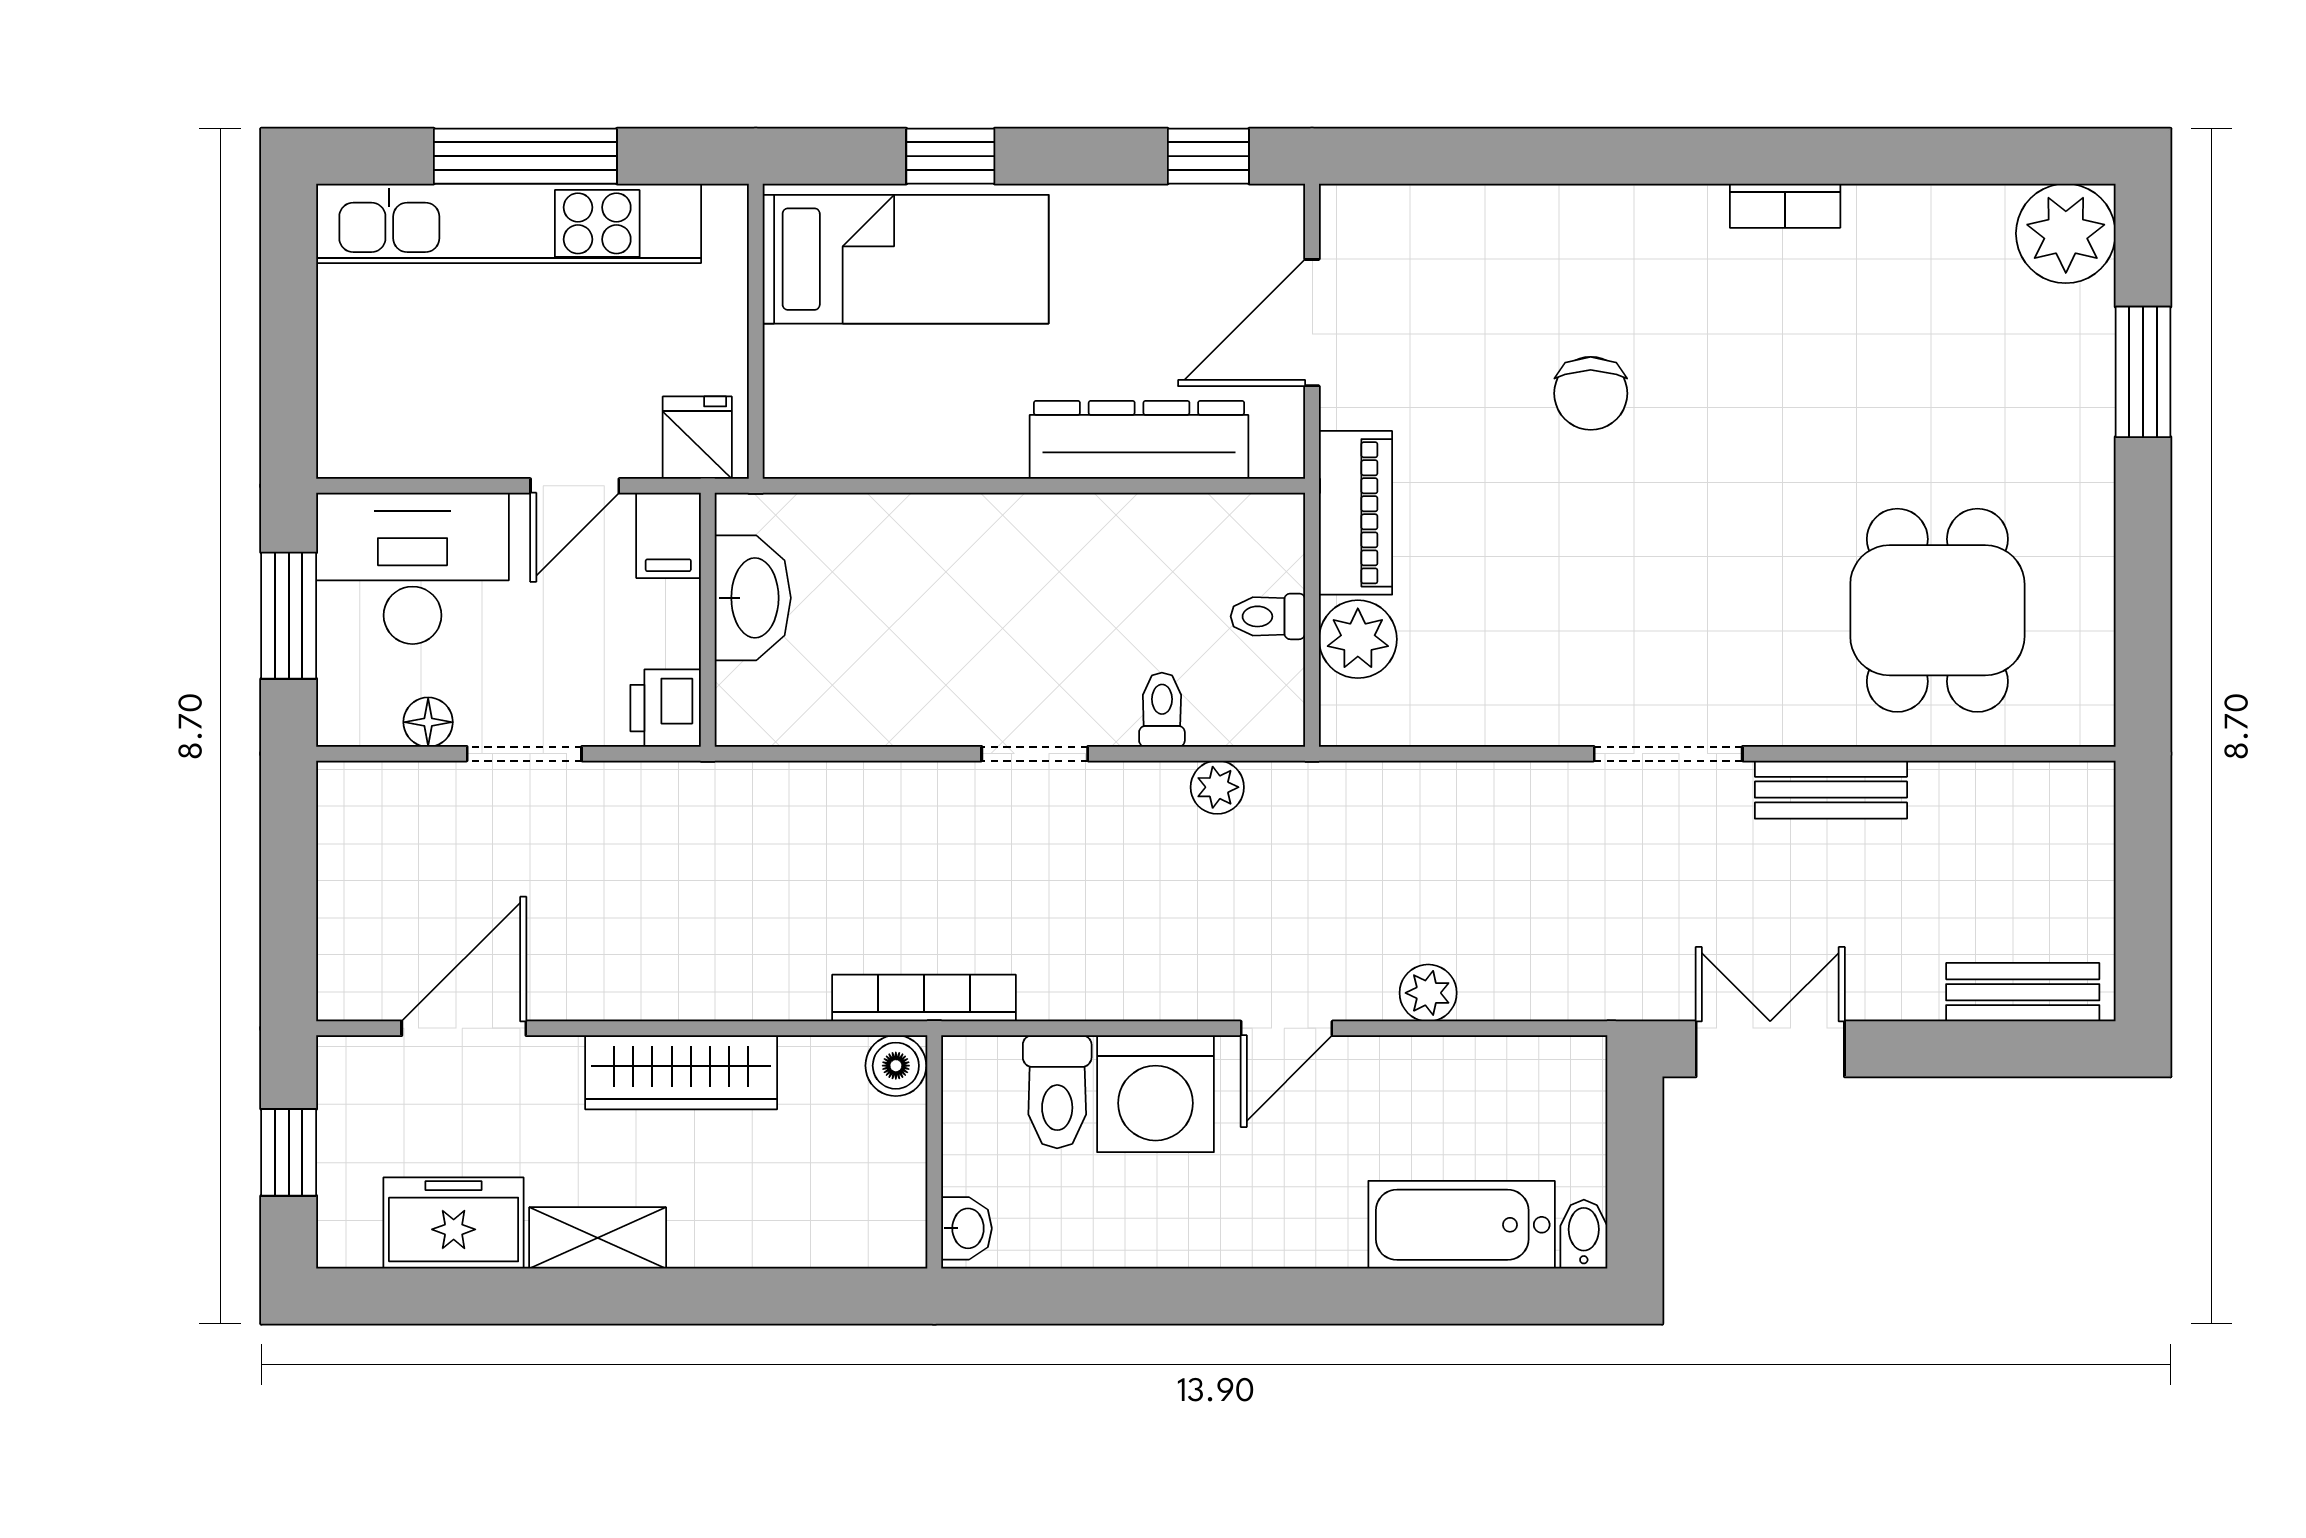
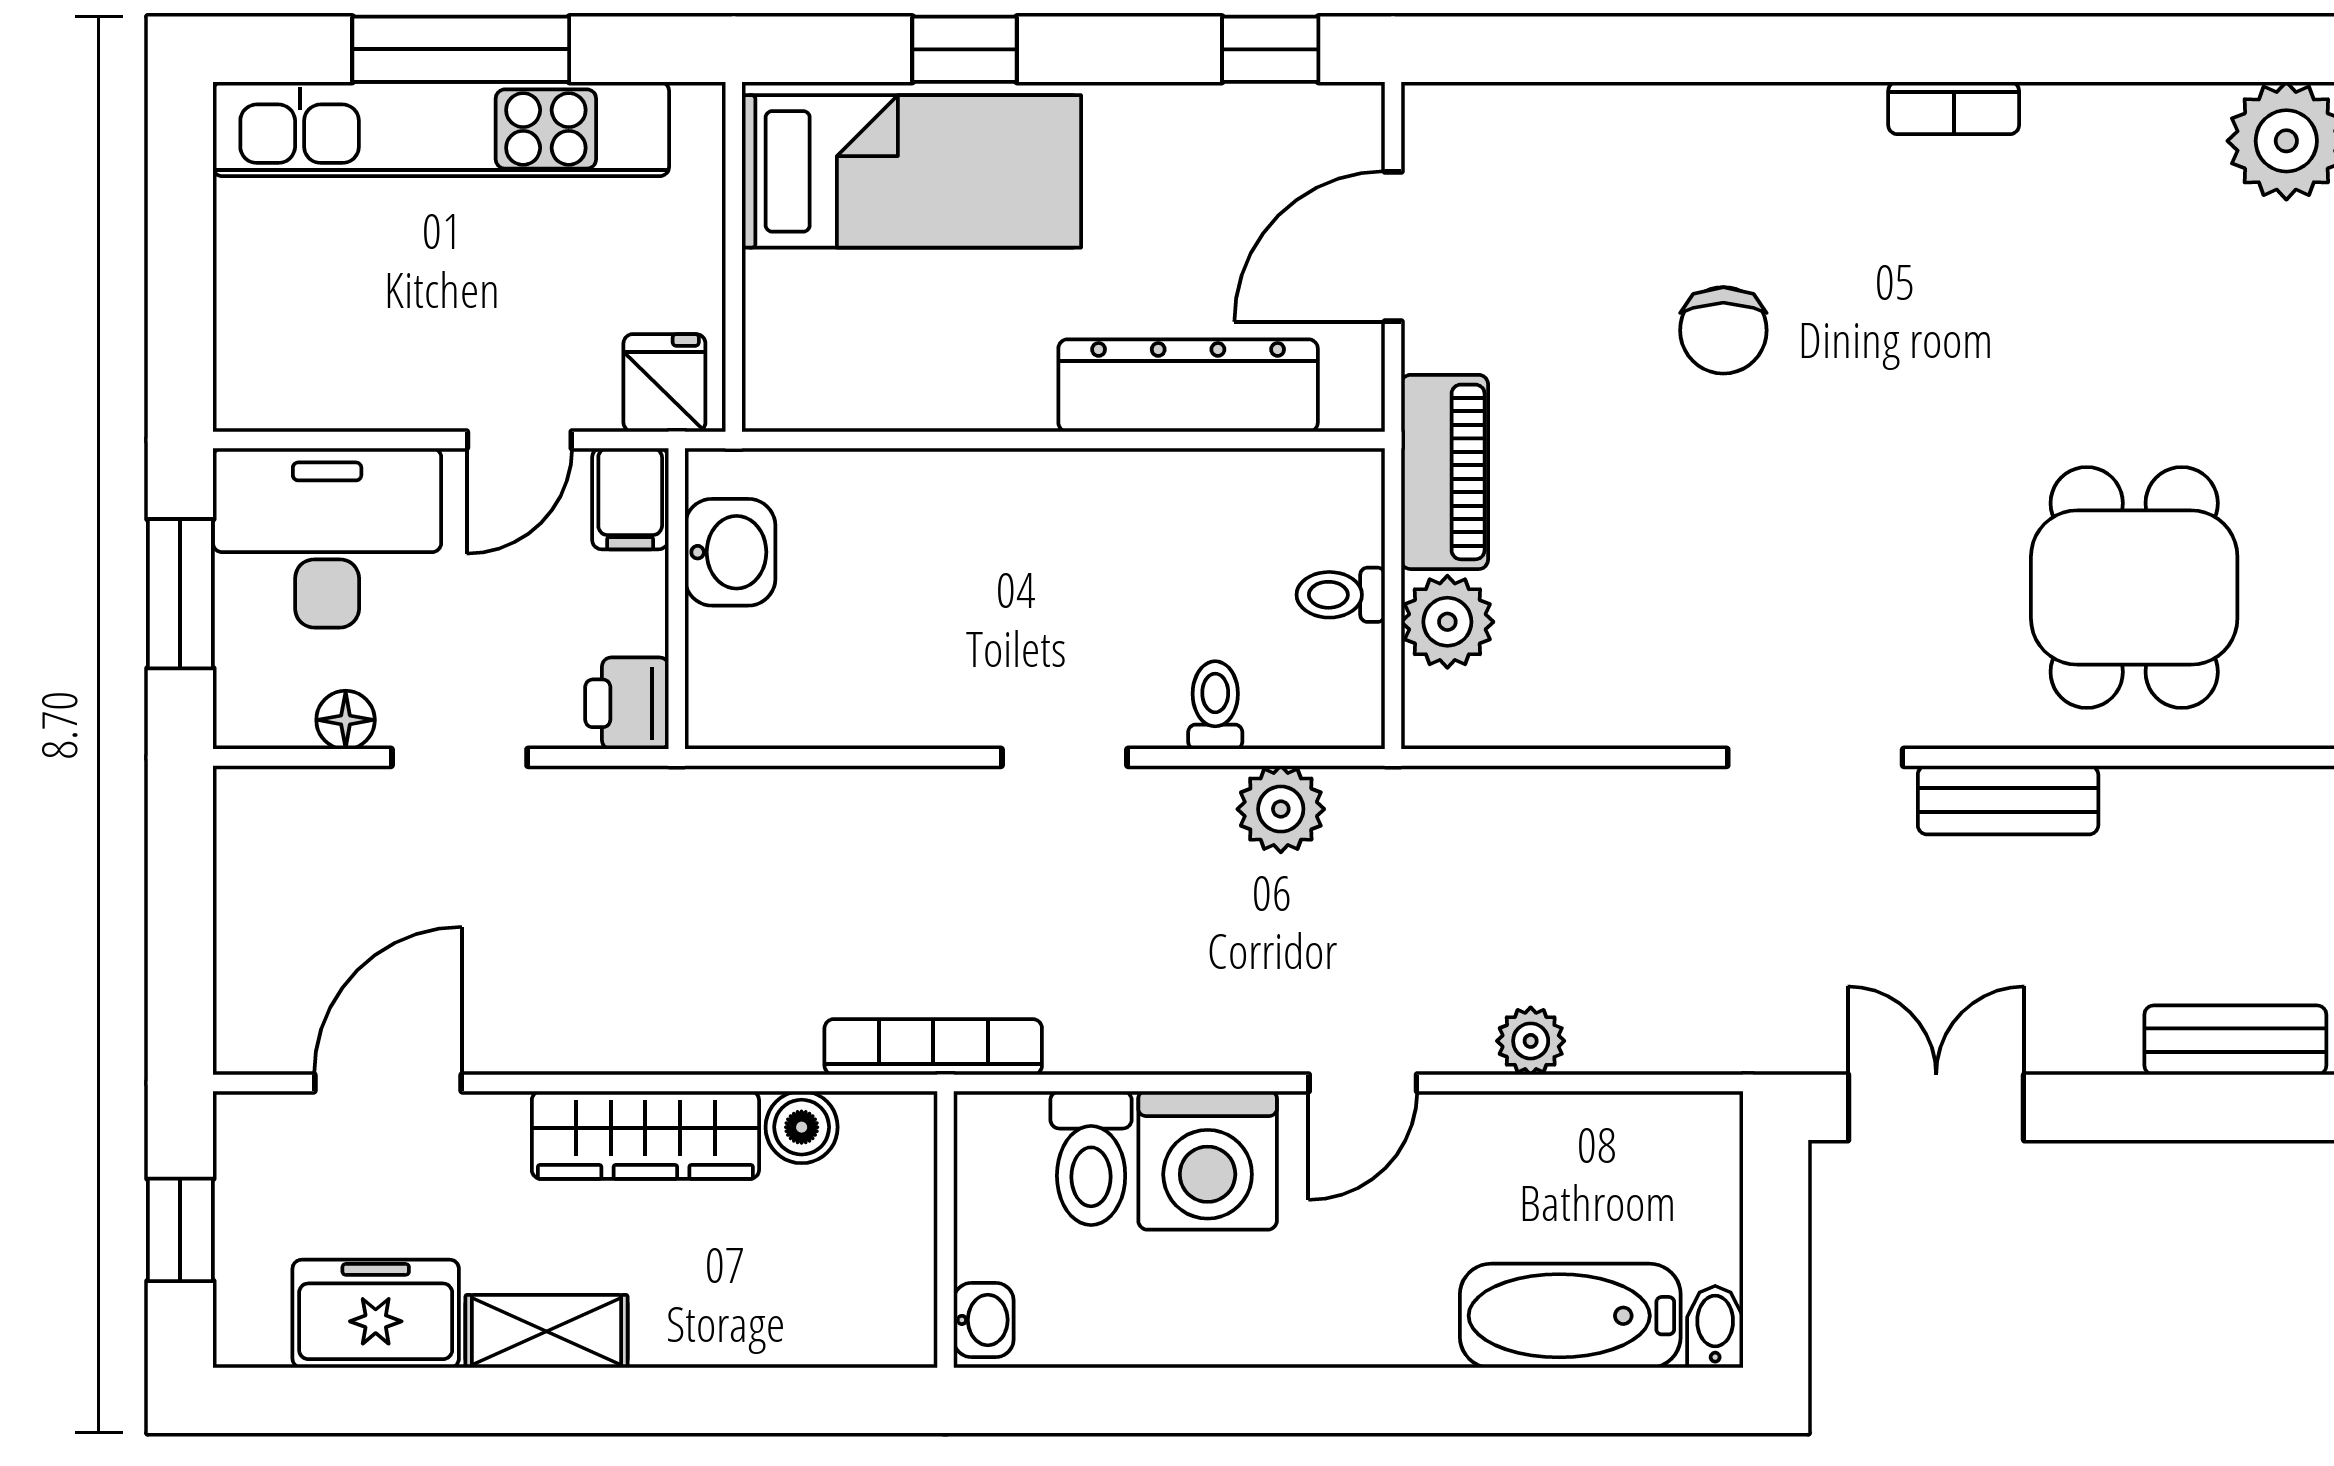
washbasin: (753, 598) -> (730, 552), width x0.72
plant: (1217, 787) -> (1281, 809), width x1.38, depth x1.38
boiler: (896, 1066) -> (802, 1127), moved

